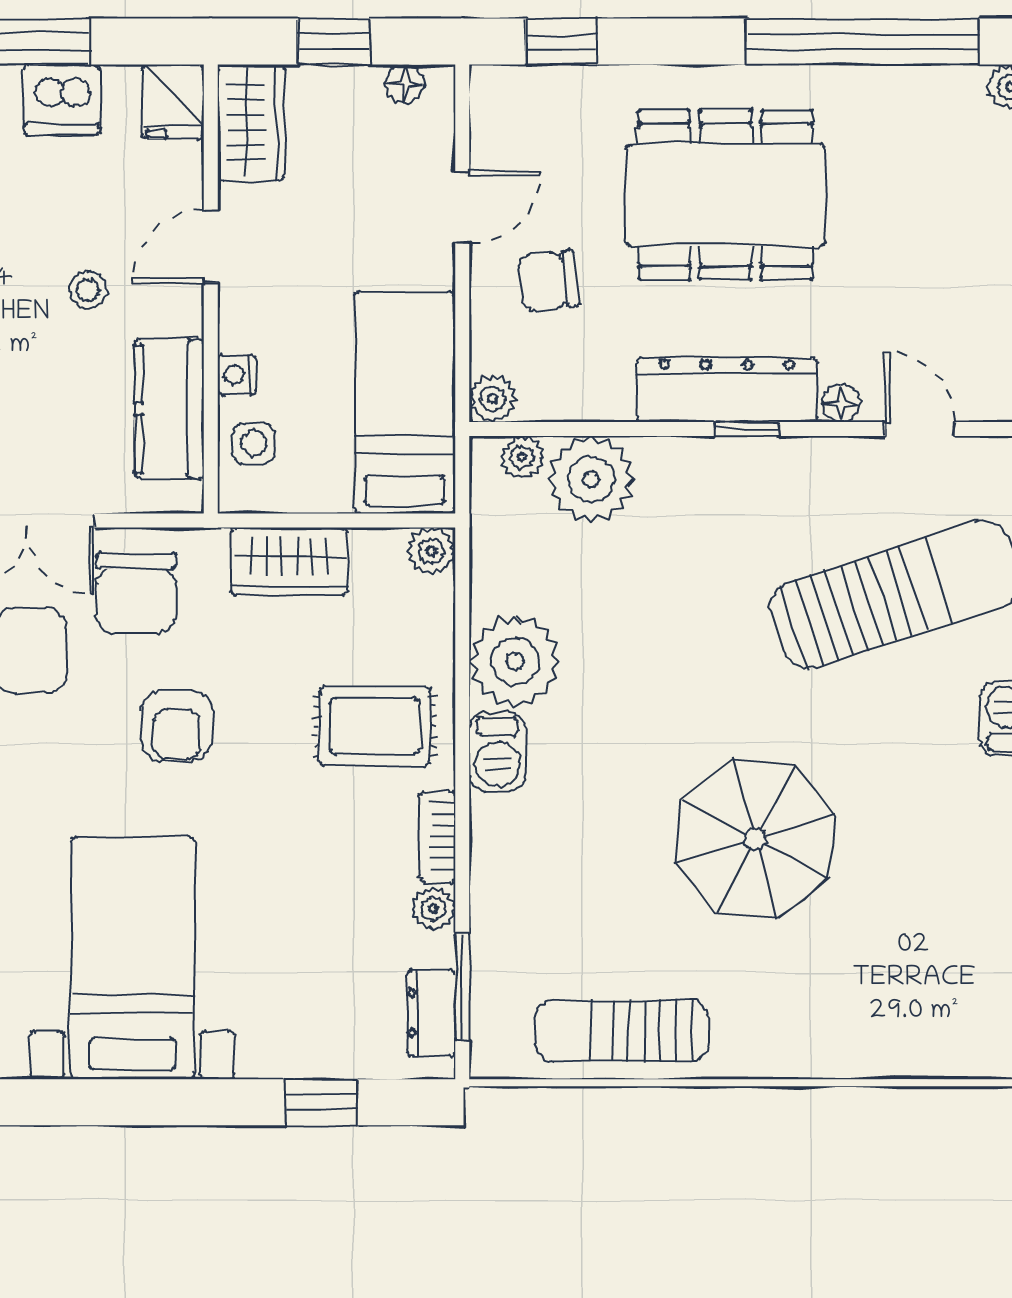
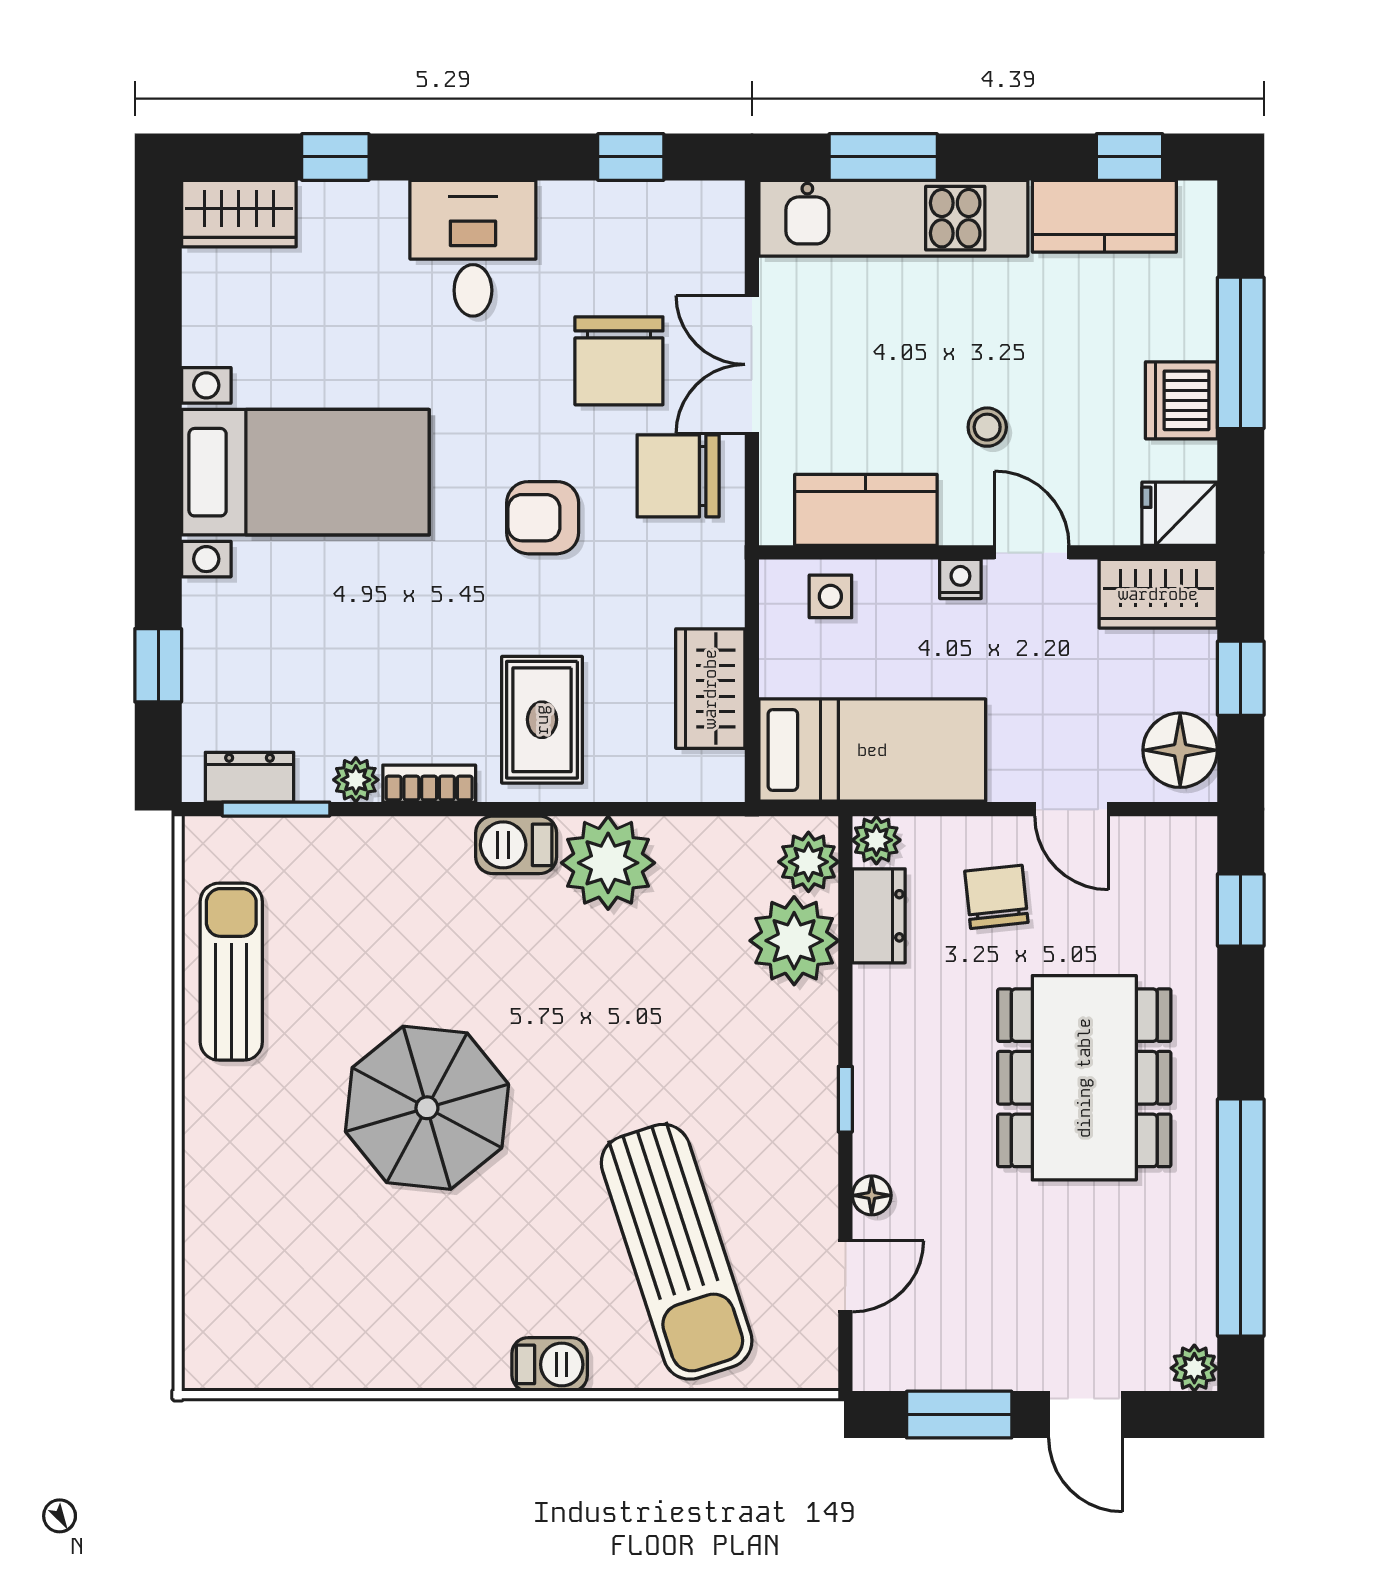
floor lamp: (405, 84) -> (1180, 750), width x1.89, depth x1.89
nightstand: (237, 375) -> (960, 579), moved
dresser: (727, 390) -> (879, 916), moved, width x0.51, depth x0.80
plant: (522, 457) -> (808, 862), width x1.38, depth x1.38
plant: (432, 551) -> (721, 778), removed
wardrobe: (289, 561) -> (710, 689), moved

